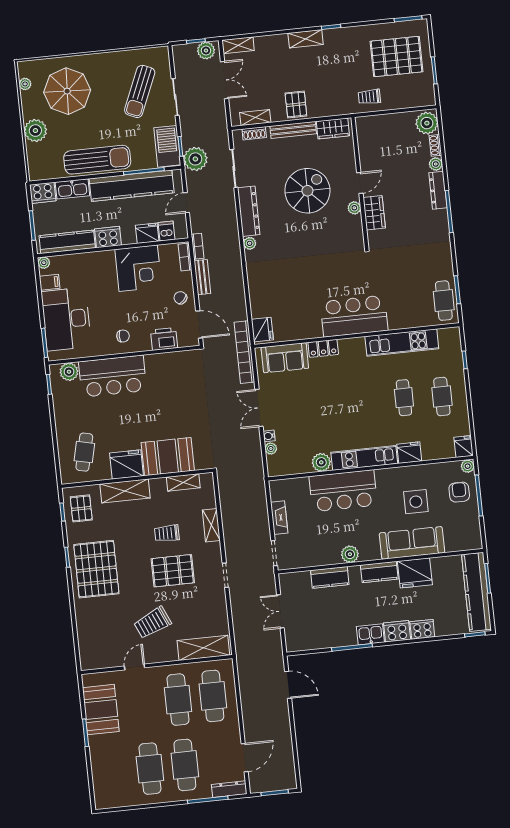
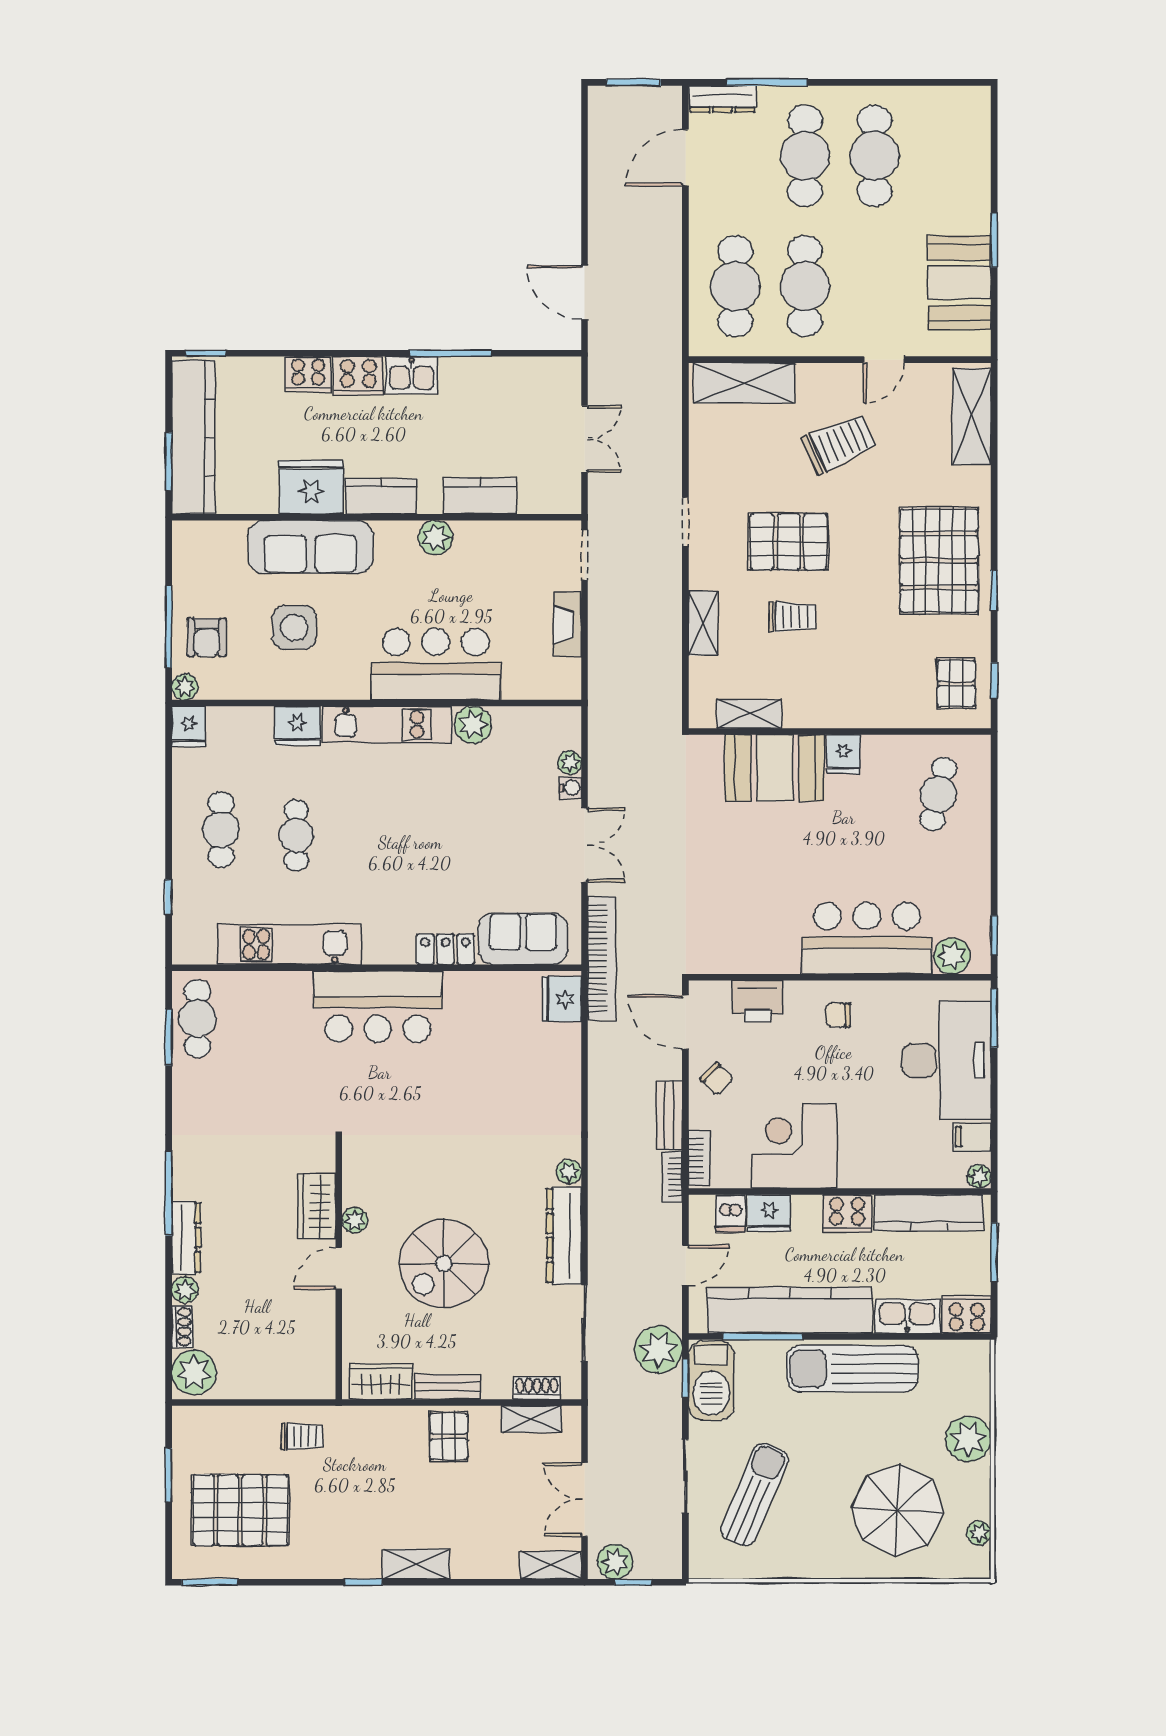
bench: (293, 130) -> (447, 1387), width x0.73
fridge: (126, 465) -> (843, 754), width x0.53, depth x0.75
shelving: (125, 491) -> (972, 417), moved, turned 90

